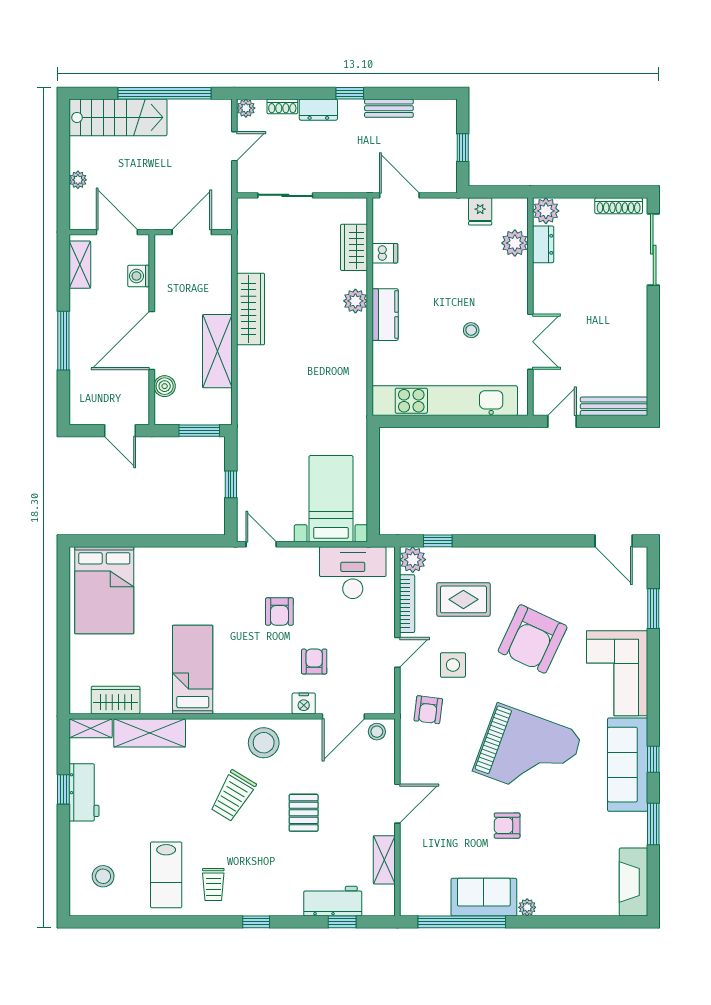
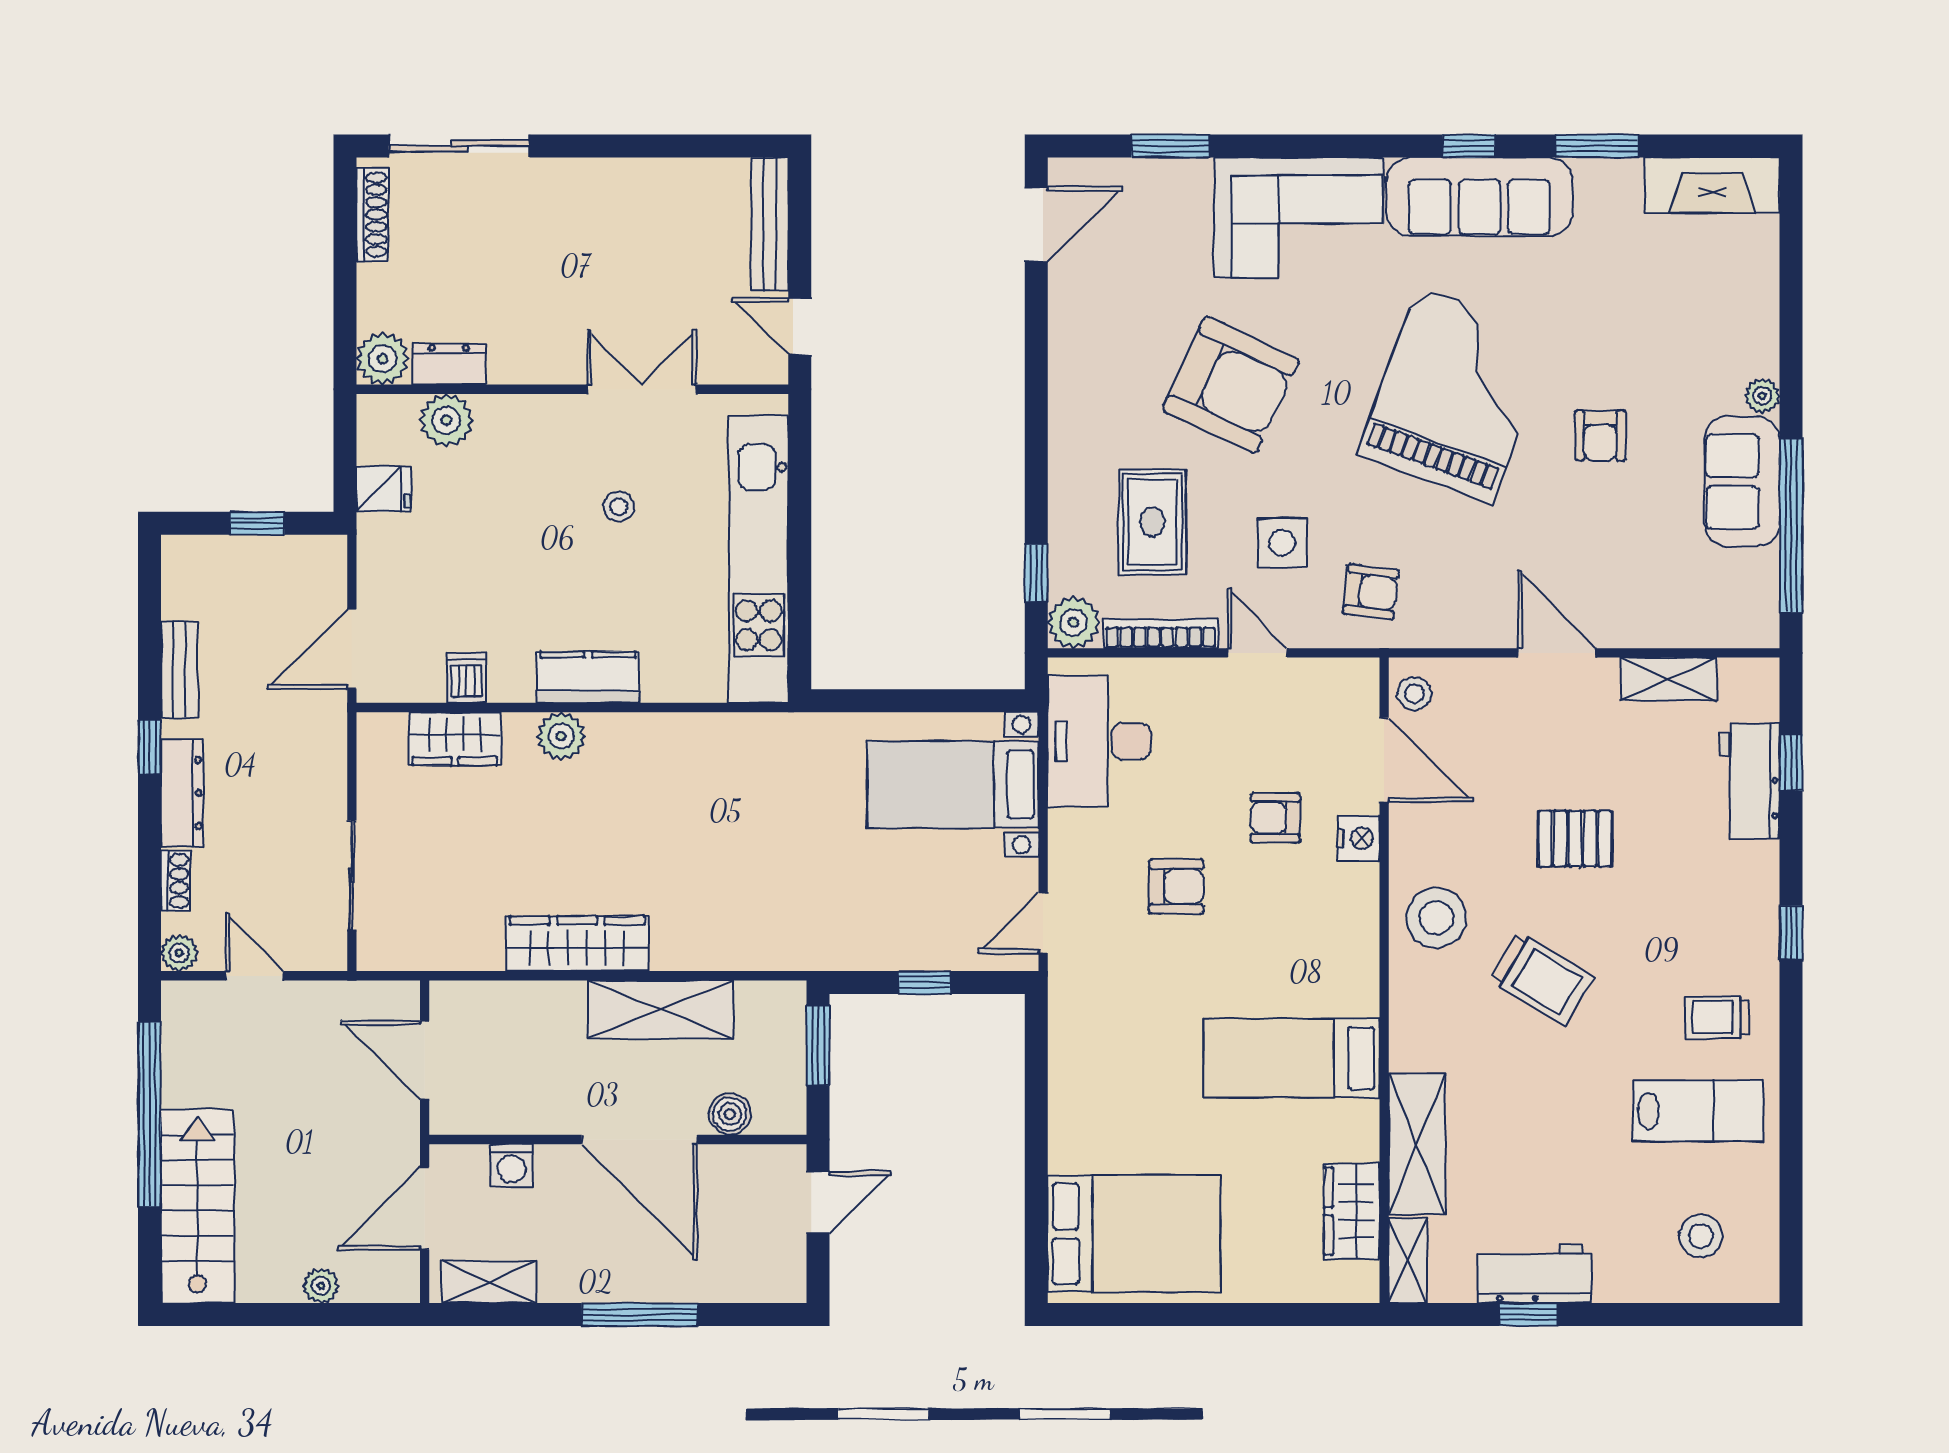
dresser: (318, 110) -> (182, 793), width x1.44
trolley: (213, 885) -> (1717, 1017), turned 180

